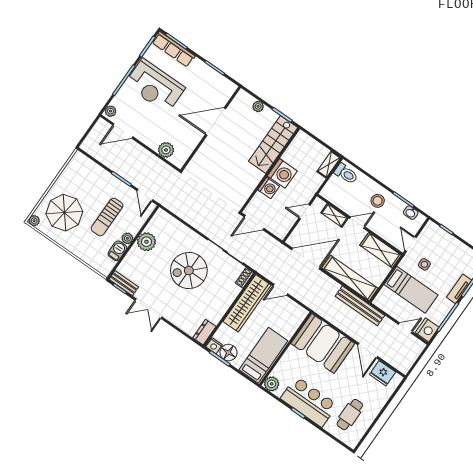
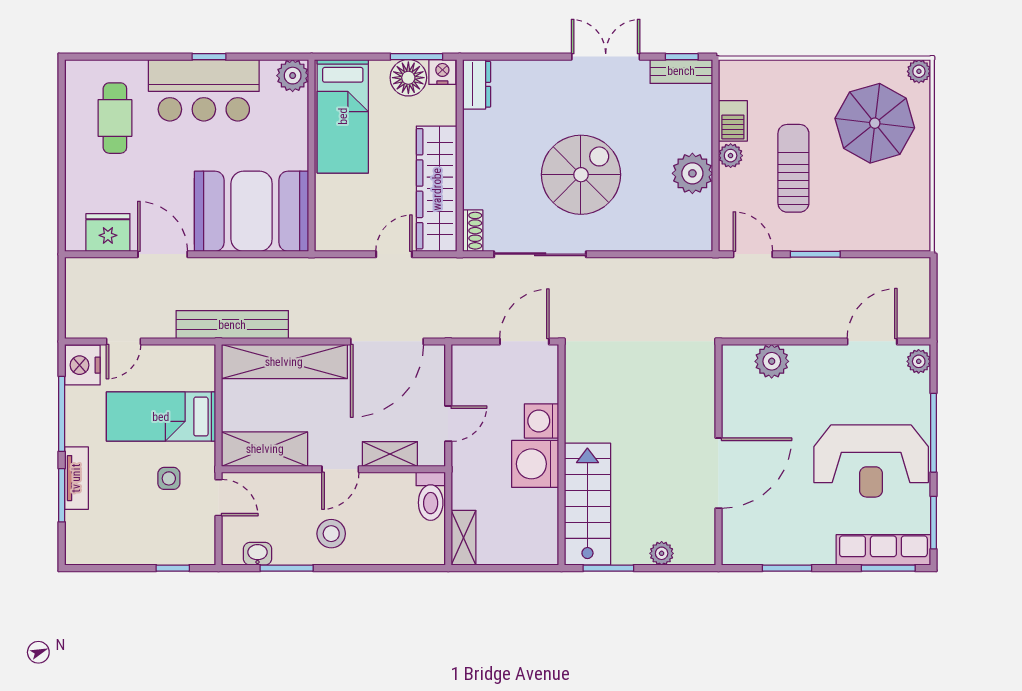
reception desk: (155, 86) -> (871, 461), turned 180
toilet: (346, 174) -> (431, 496), moved, turned -90

